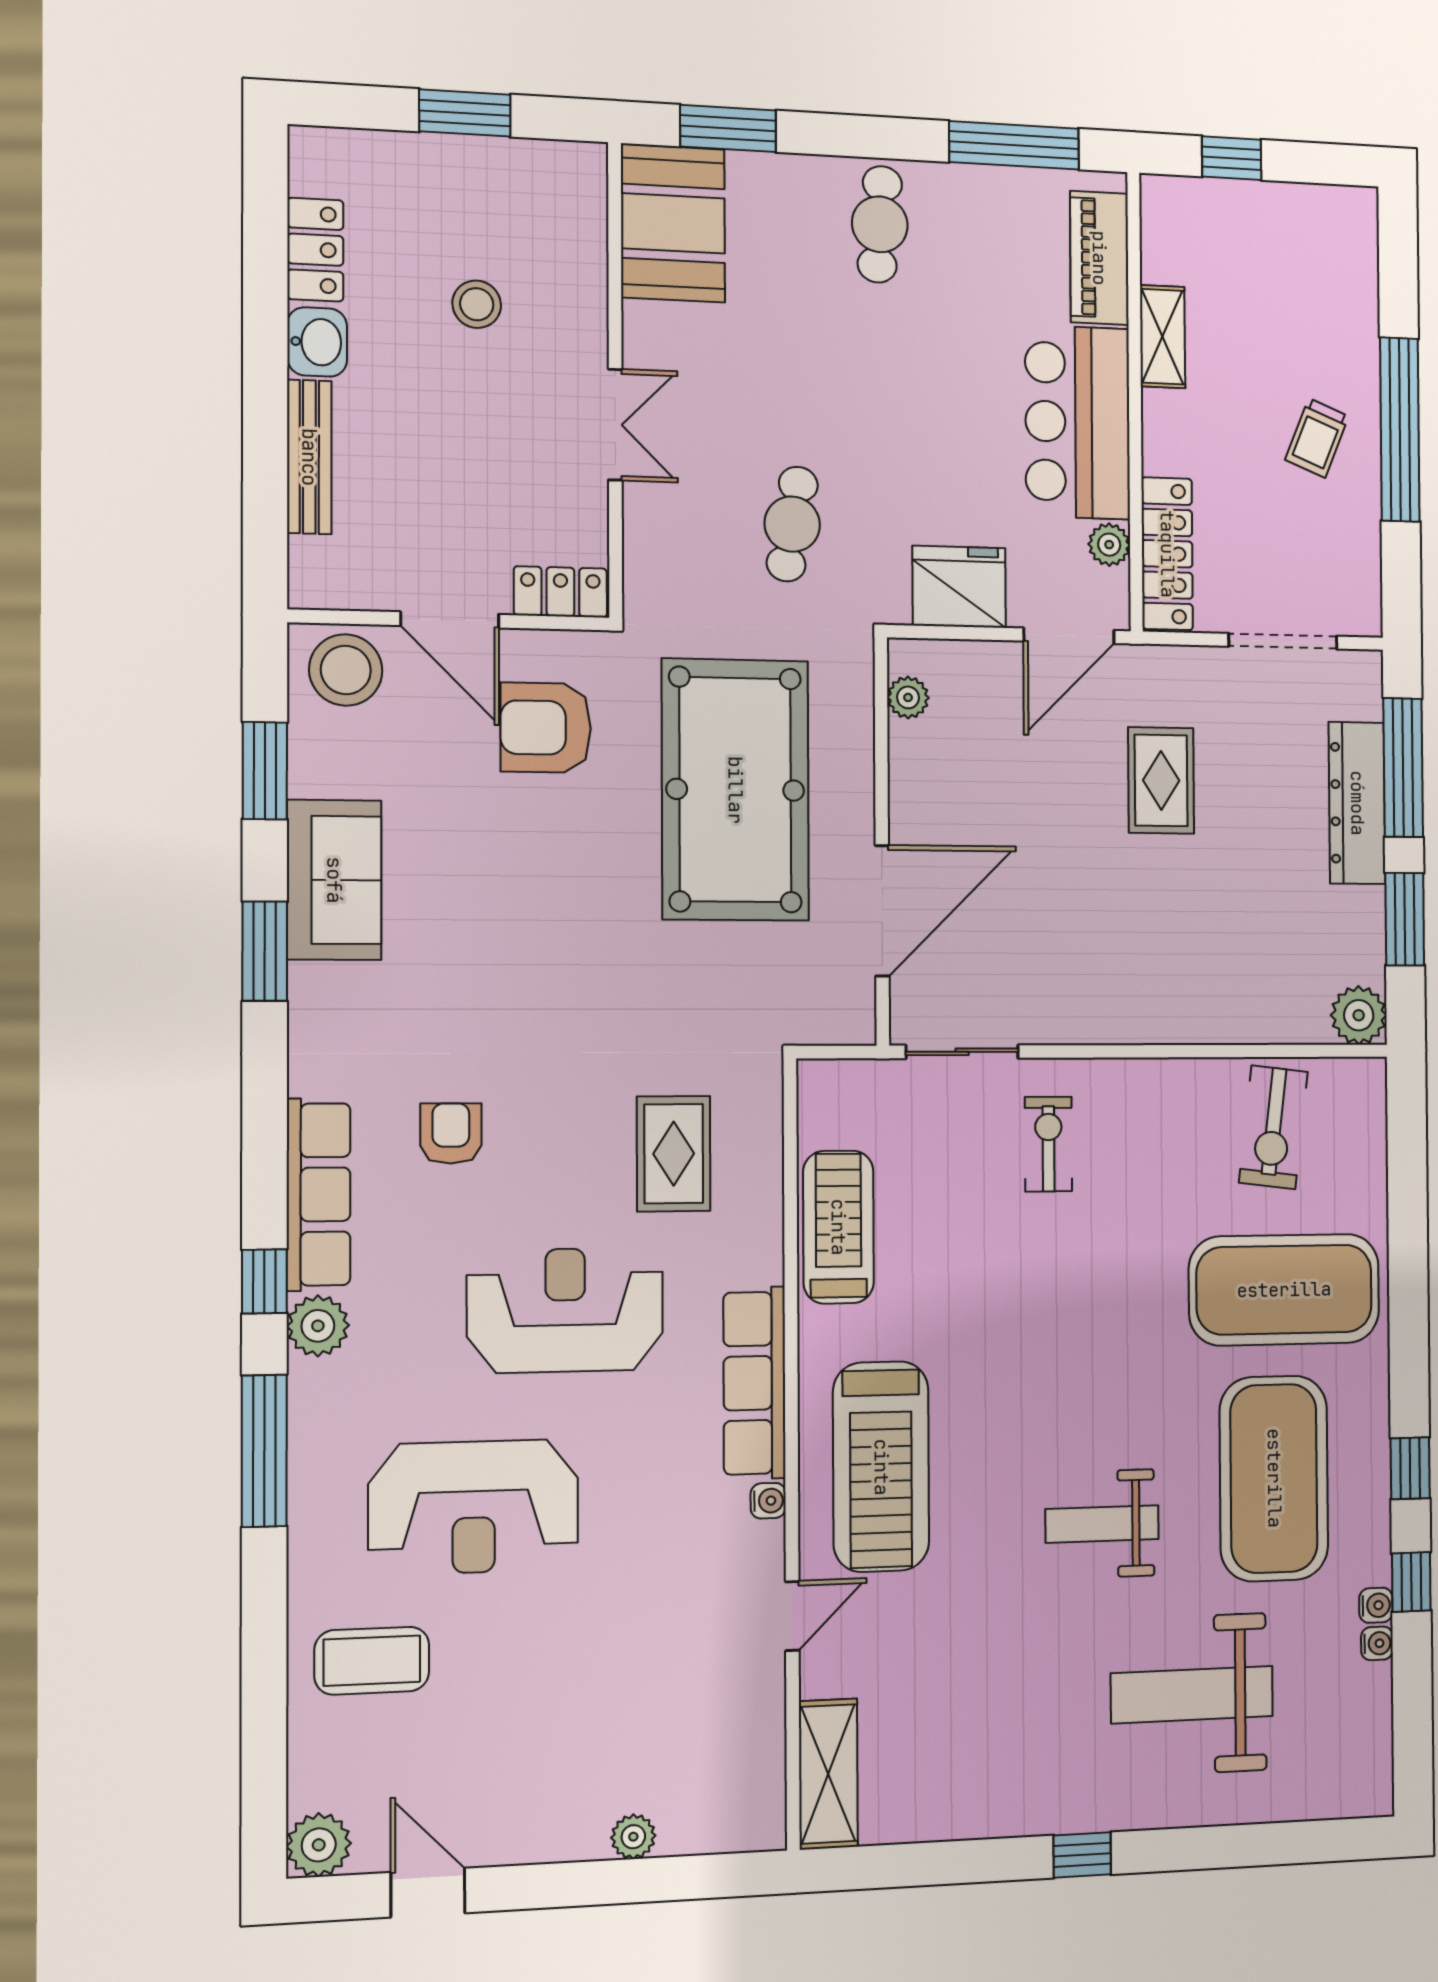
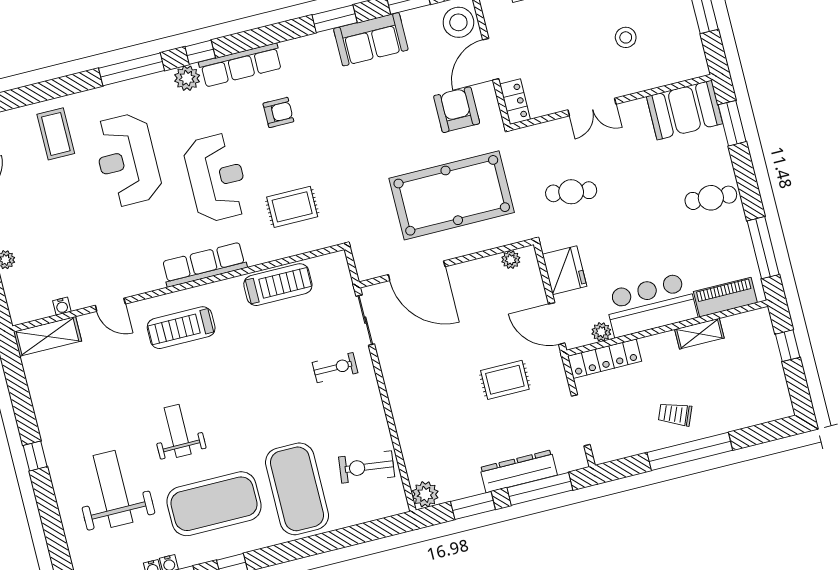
treadmill: (881, 1467) -> (181, 328), width x0.73, depth x0.73
water cooler: (768, 1501) -> (62, 306), moved

